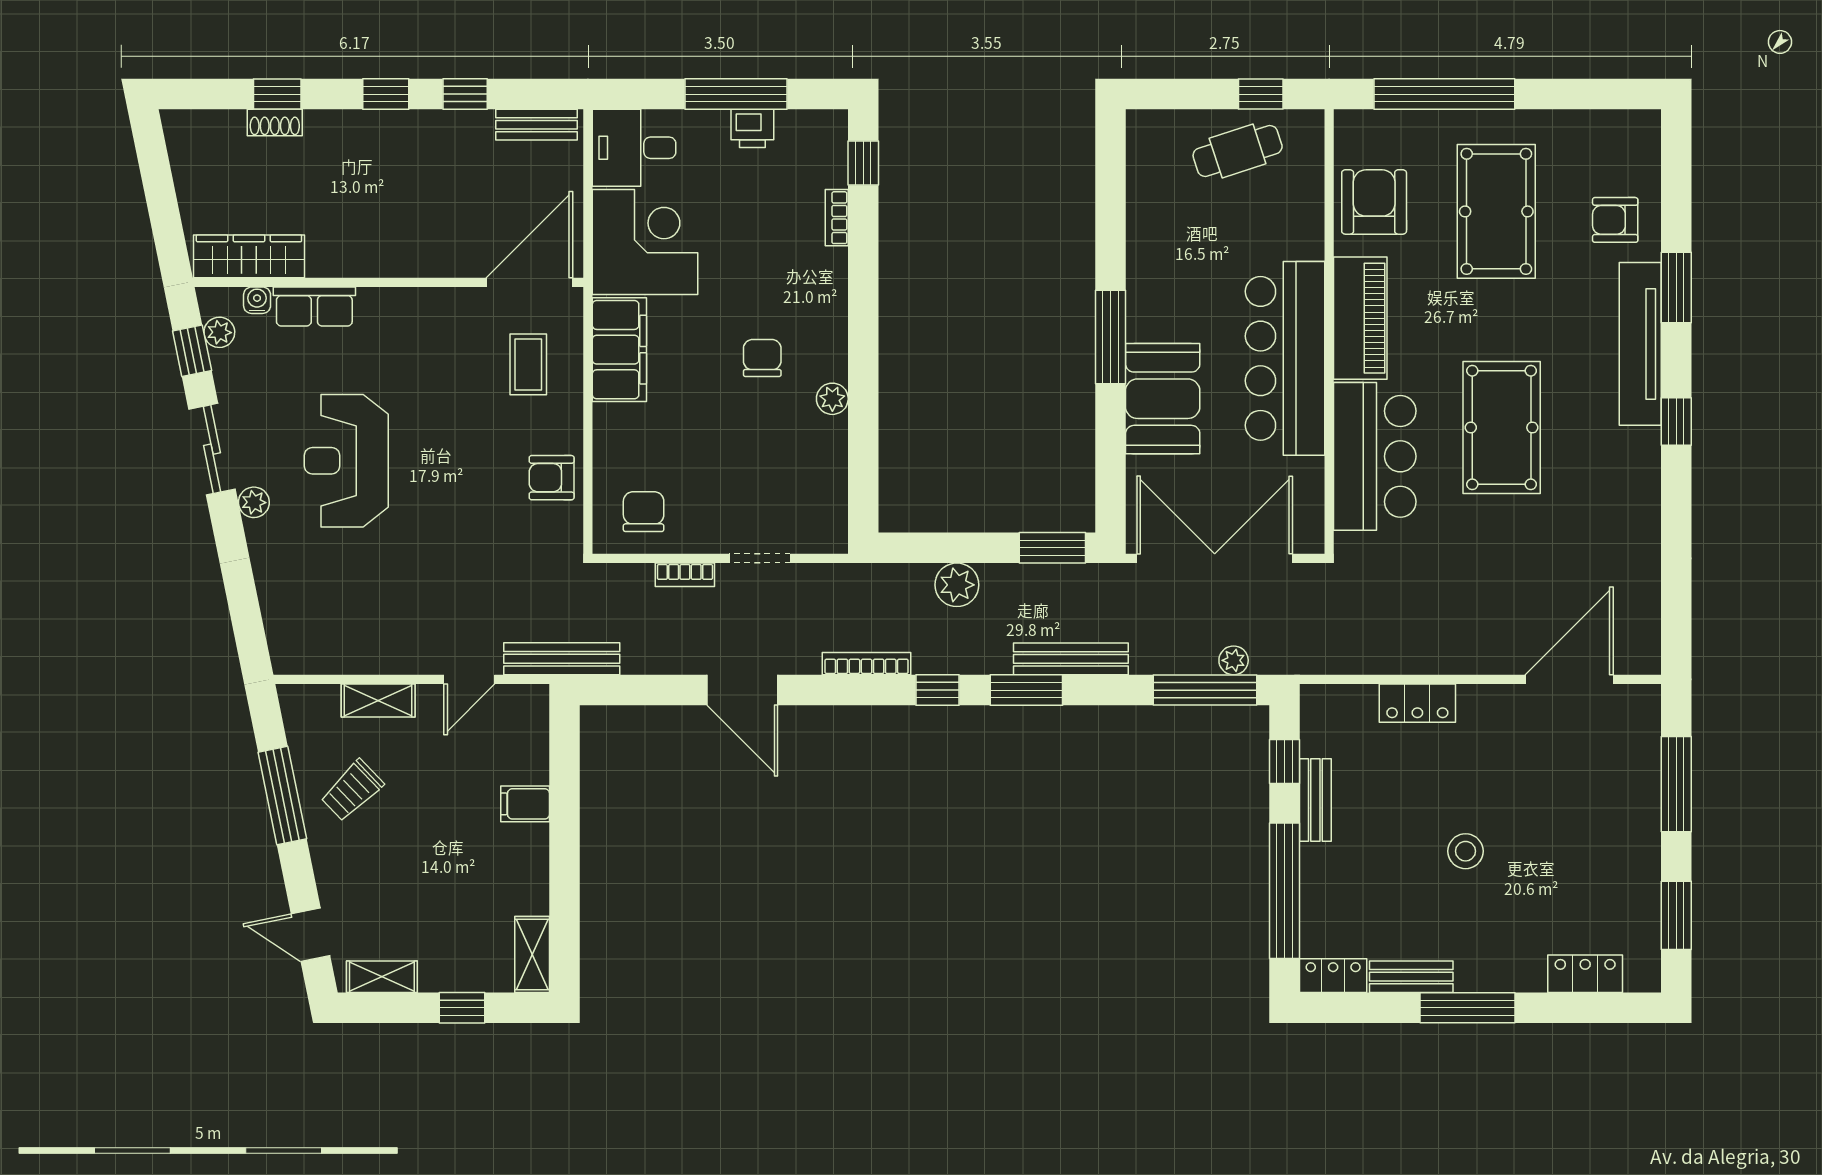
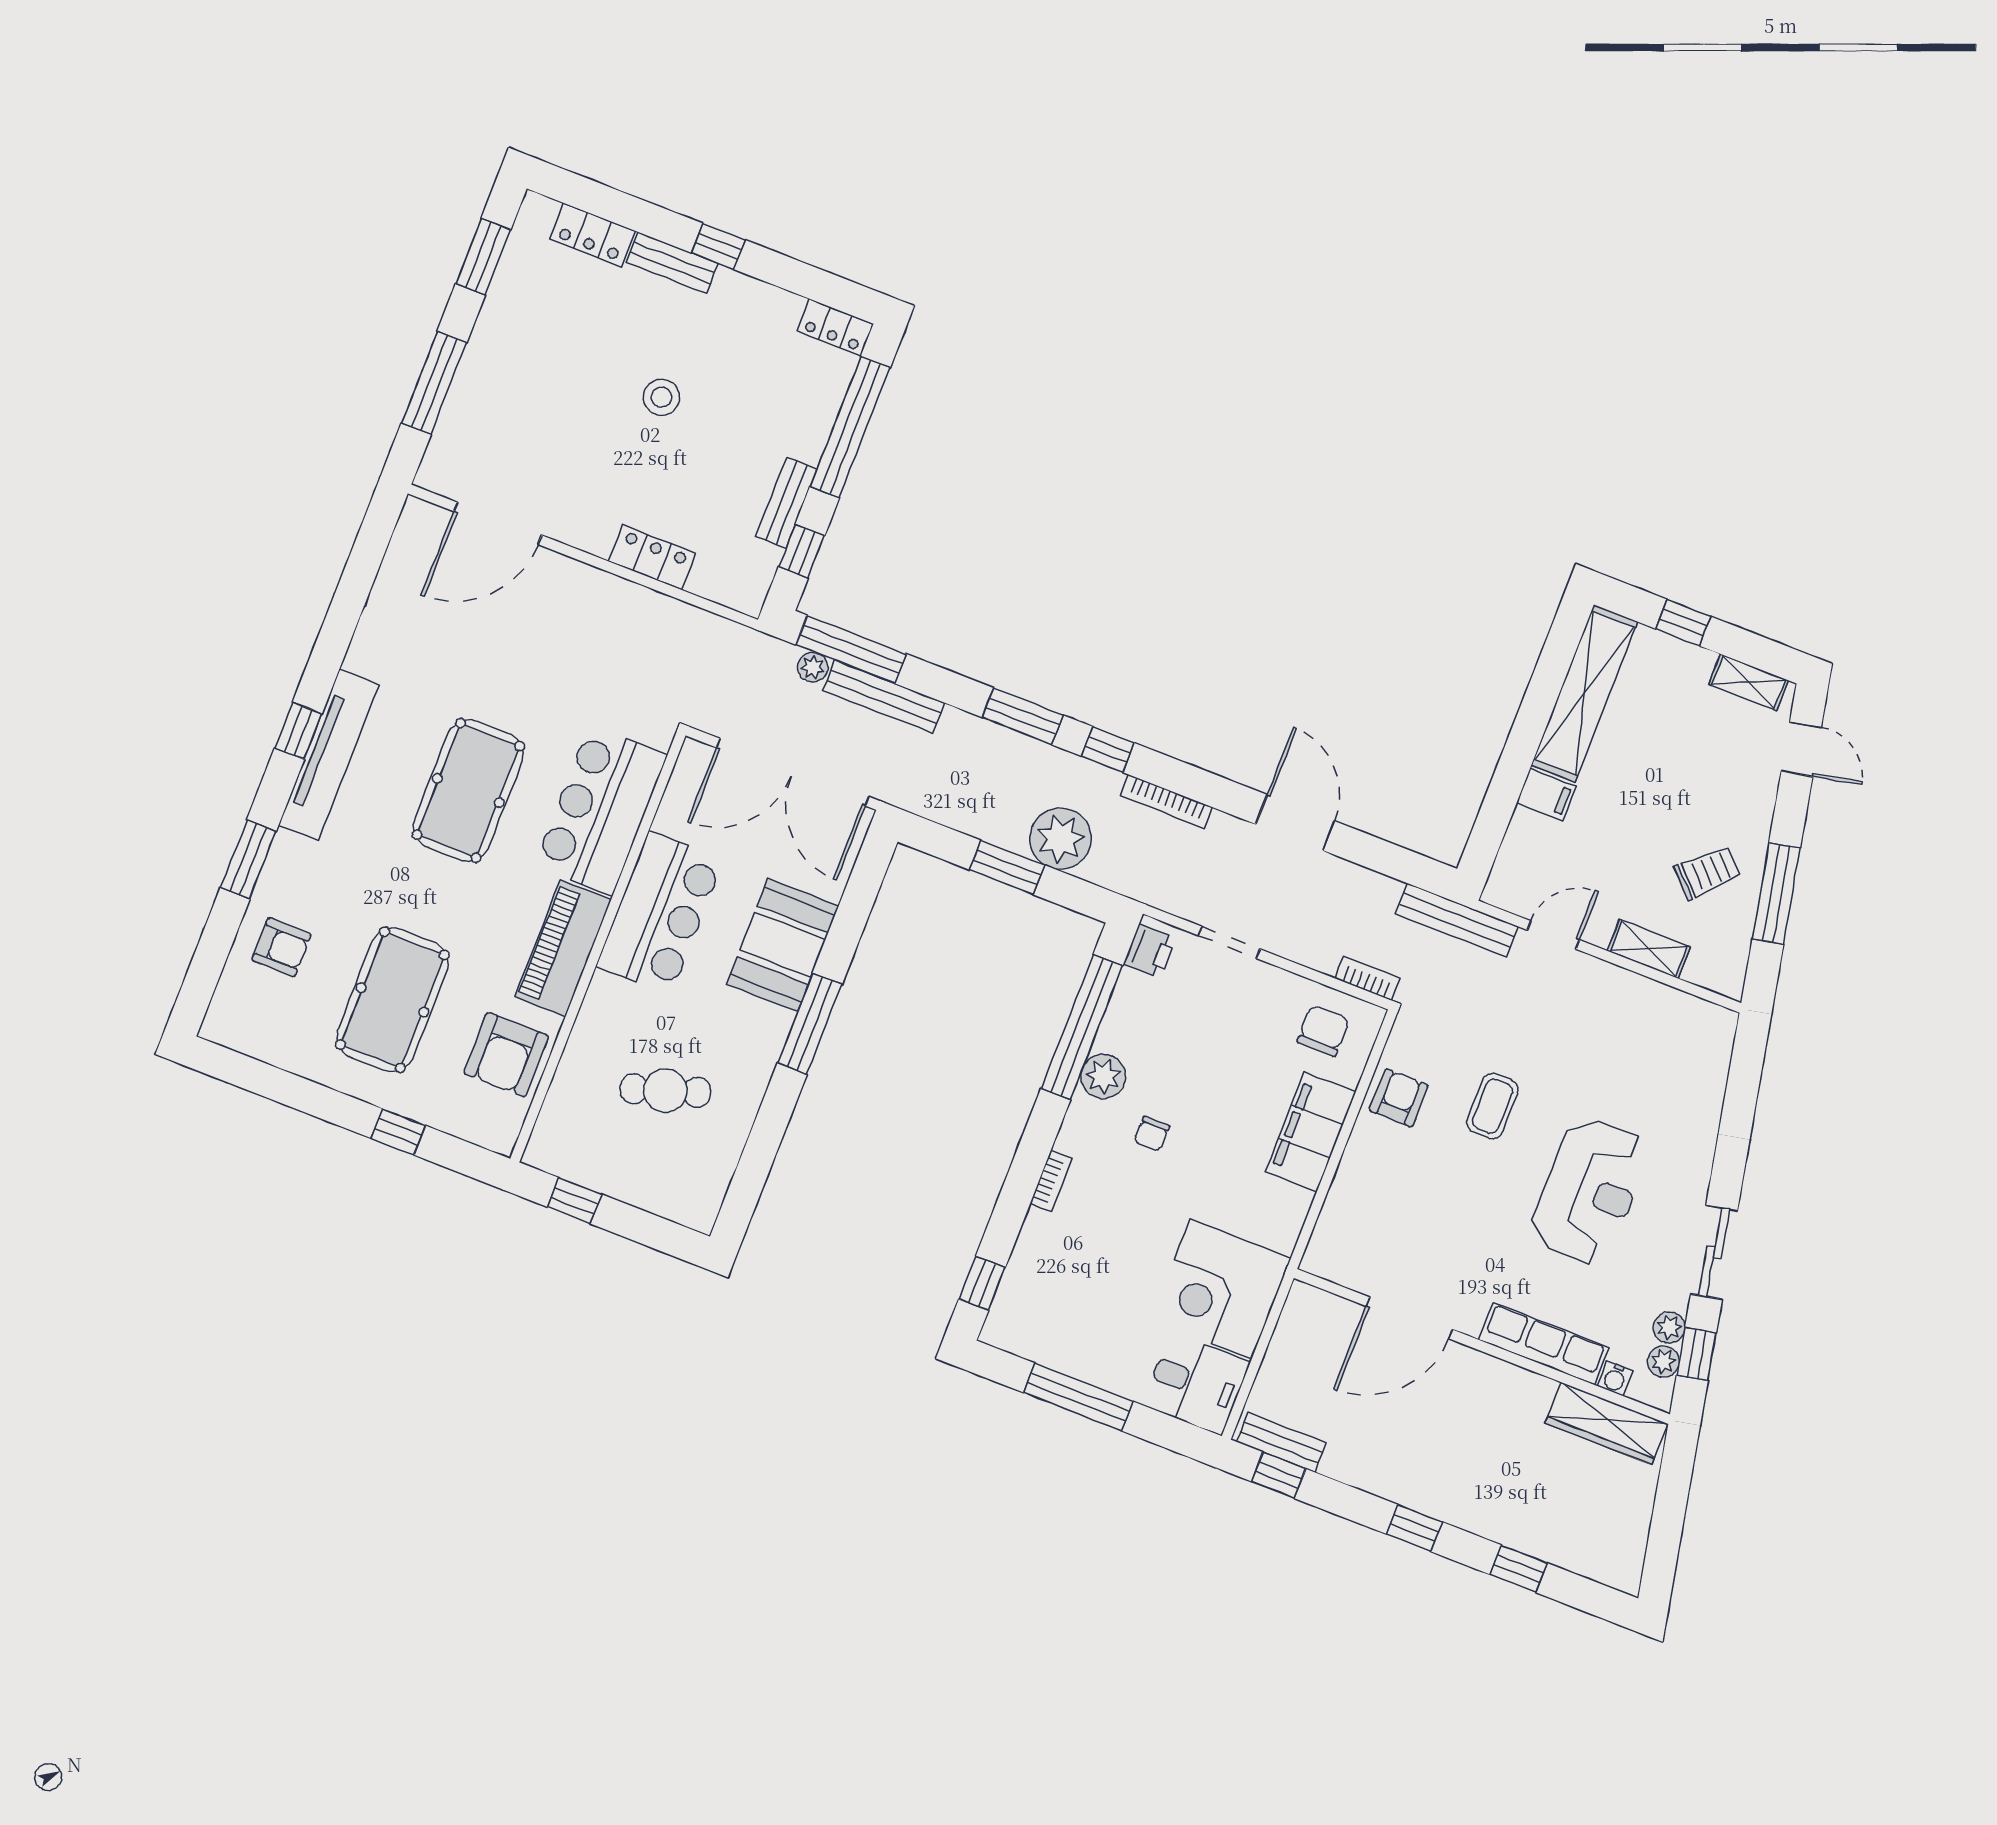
window: (465, 94) -> (1279, 1475), moved
window: (1444, 94) -> (398, 1132), width x0.32
shoe rack: (275, 122) -> (1532, 1542), removed
printer: (752, 128) -> (1150, 951), moved, turned 90
cafe table: (1238, 151) -> (665, 1091), moved
bookcase: (837, 218) -> (1051, 1181), moved
door: (529, 282) -> (1409, 1318), moved
row of seats: (314, 306) -> (1544, 1344), width x1.48
tv unit: (1640, 344) -> (329, 755), moved
filing cabinet: (619, 350) -> (1311, 1132), moved
chair: (762, 358) -> (1152, 1134), width x0.73, depth x0.73
bar counter: (1285, 358) -> (660, 913), width x0.73
coffee table: (528, 364) -> (1492, 1106), moved
plant: (832, 399) -> (1103, 1076), width x1.38, depth x1.38
window: (863, 430) -> (1082, 1027), added
armchair: (552, 478) -> (1399, 1098), turned -90
plant: (254, 502) -> (1669, 1328), moved
chair: (644, 512) -> (1323, 1031), turned 180
window: (1052, 548) -> (1007, 868), moved
bookcase: (685, 575) -> (1368, 978), moved
plant: (957, 585) -> (1061, 839), width x1.36, depth x1.36
bench: (1071, 659) -> (884, 697), moved
shelving: (532, 955) -> (1584, 693), width x2.20, depth x1.33
bench: (1411, 977) -> (672, 263), moved
window: (1467, 1008) -> (718, 246), width x0.46

